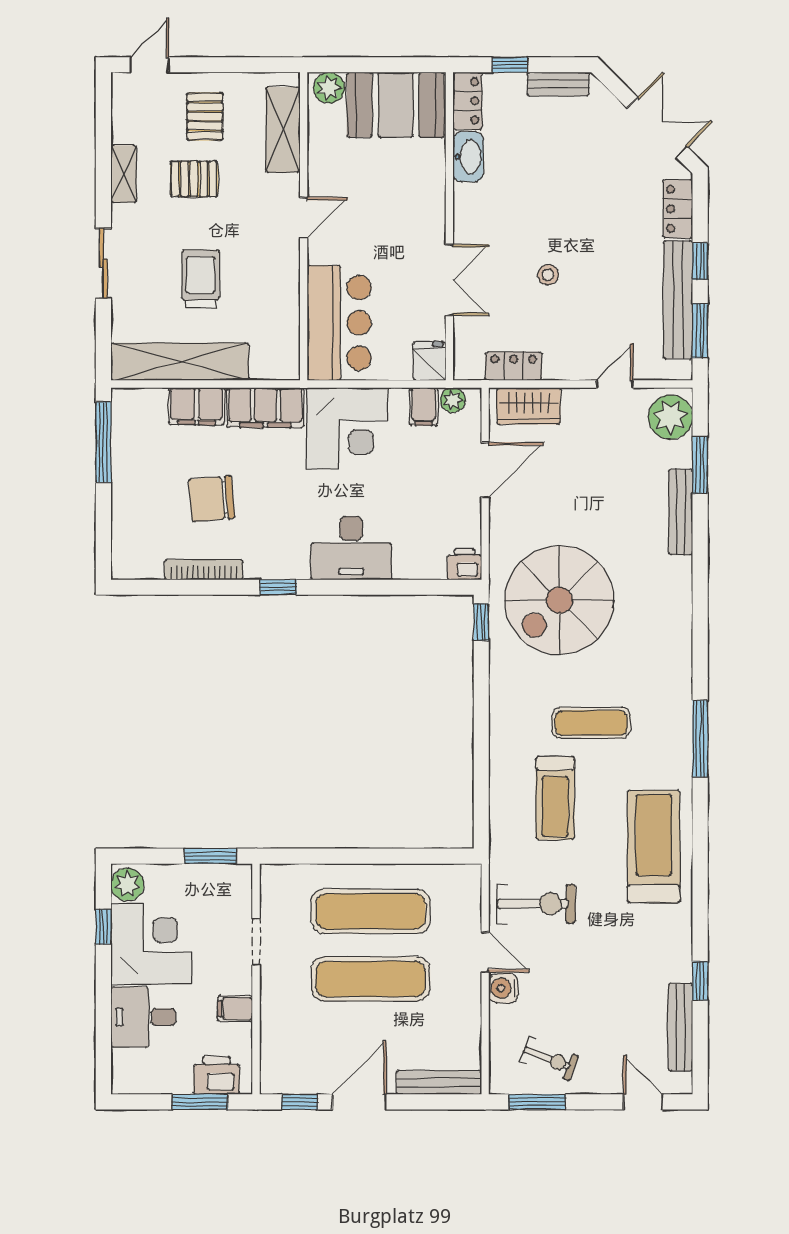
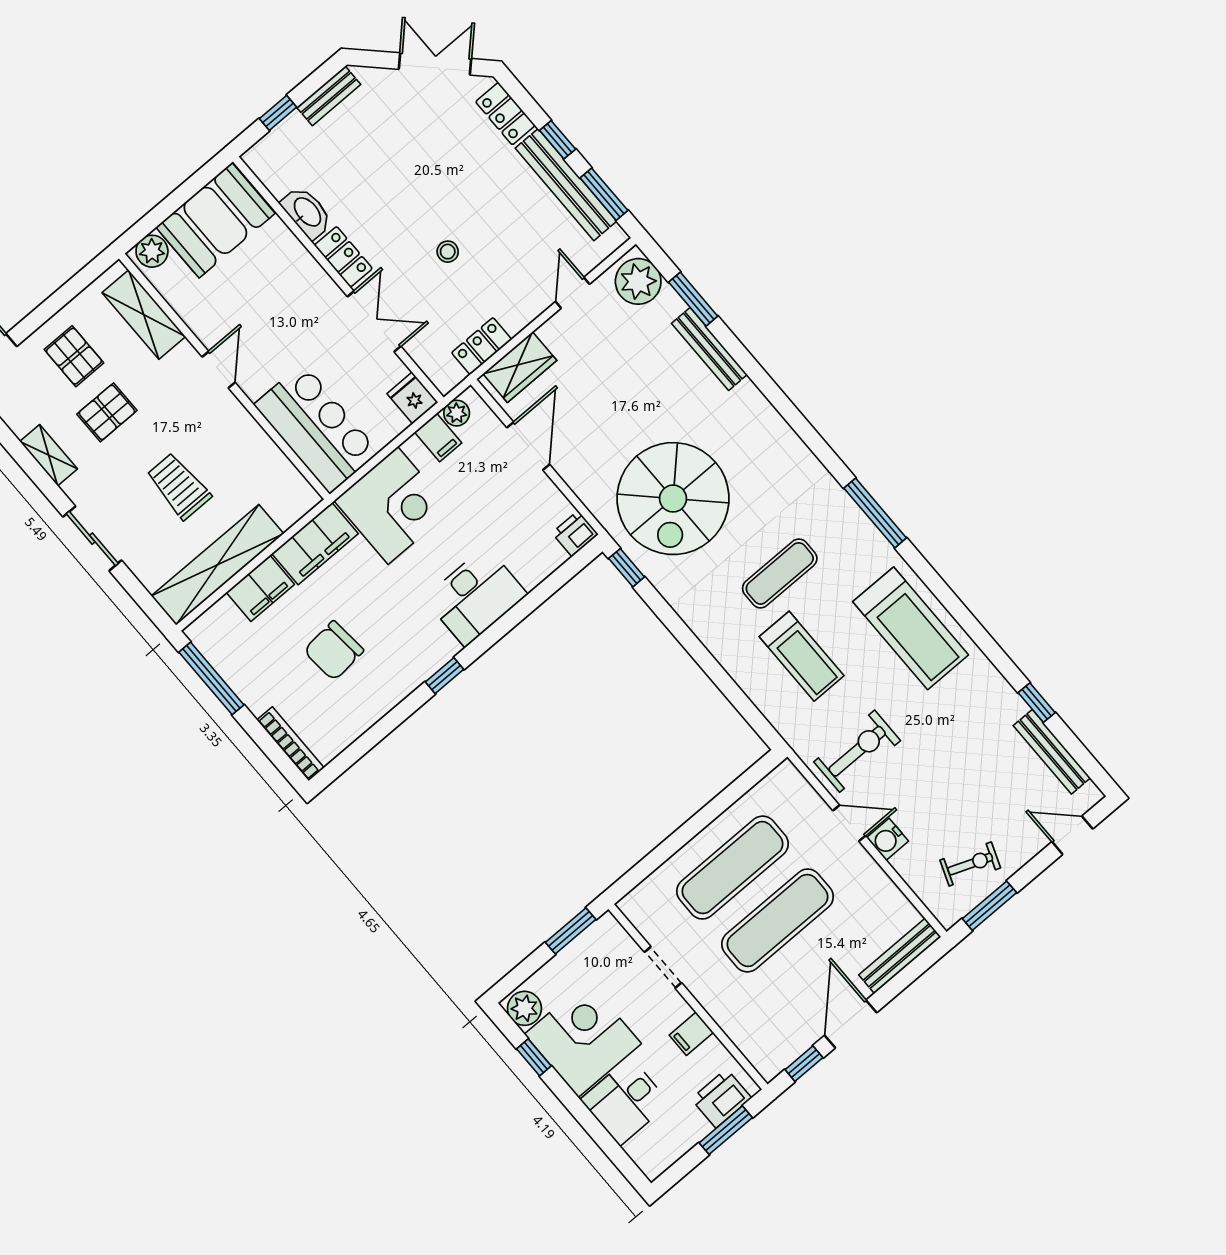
locker: (467, 101) -> (343, 257), moved
bookcase: (204, 570) -> (291, 744), moved, turned 90
treadmill: (654, 846) -> (911, 628), turned 180

